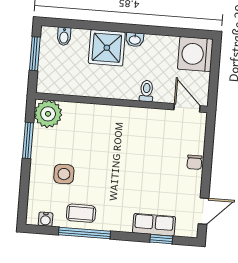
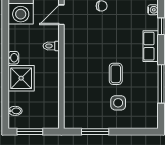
plant: (48, 114) -> (74, 118), removed
coffee table: (81, 213) -> (116, 74), moved
water cooler: (46, 219) -> (153, 10), moved
row of seats: (154, 225) -> (151, 46), moved

